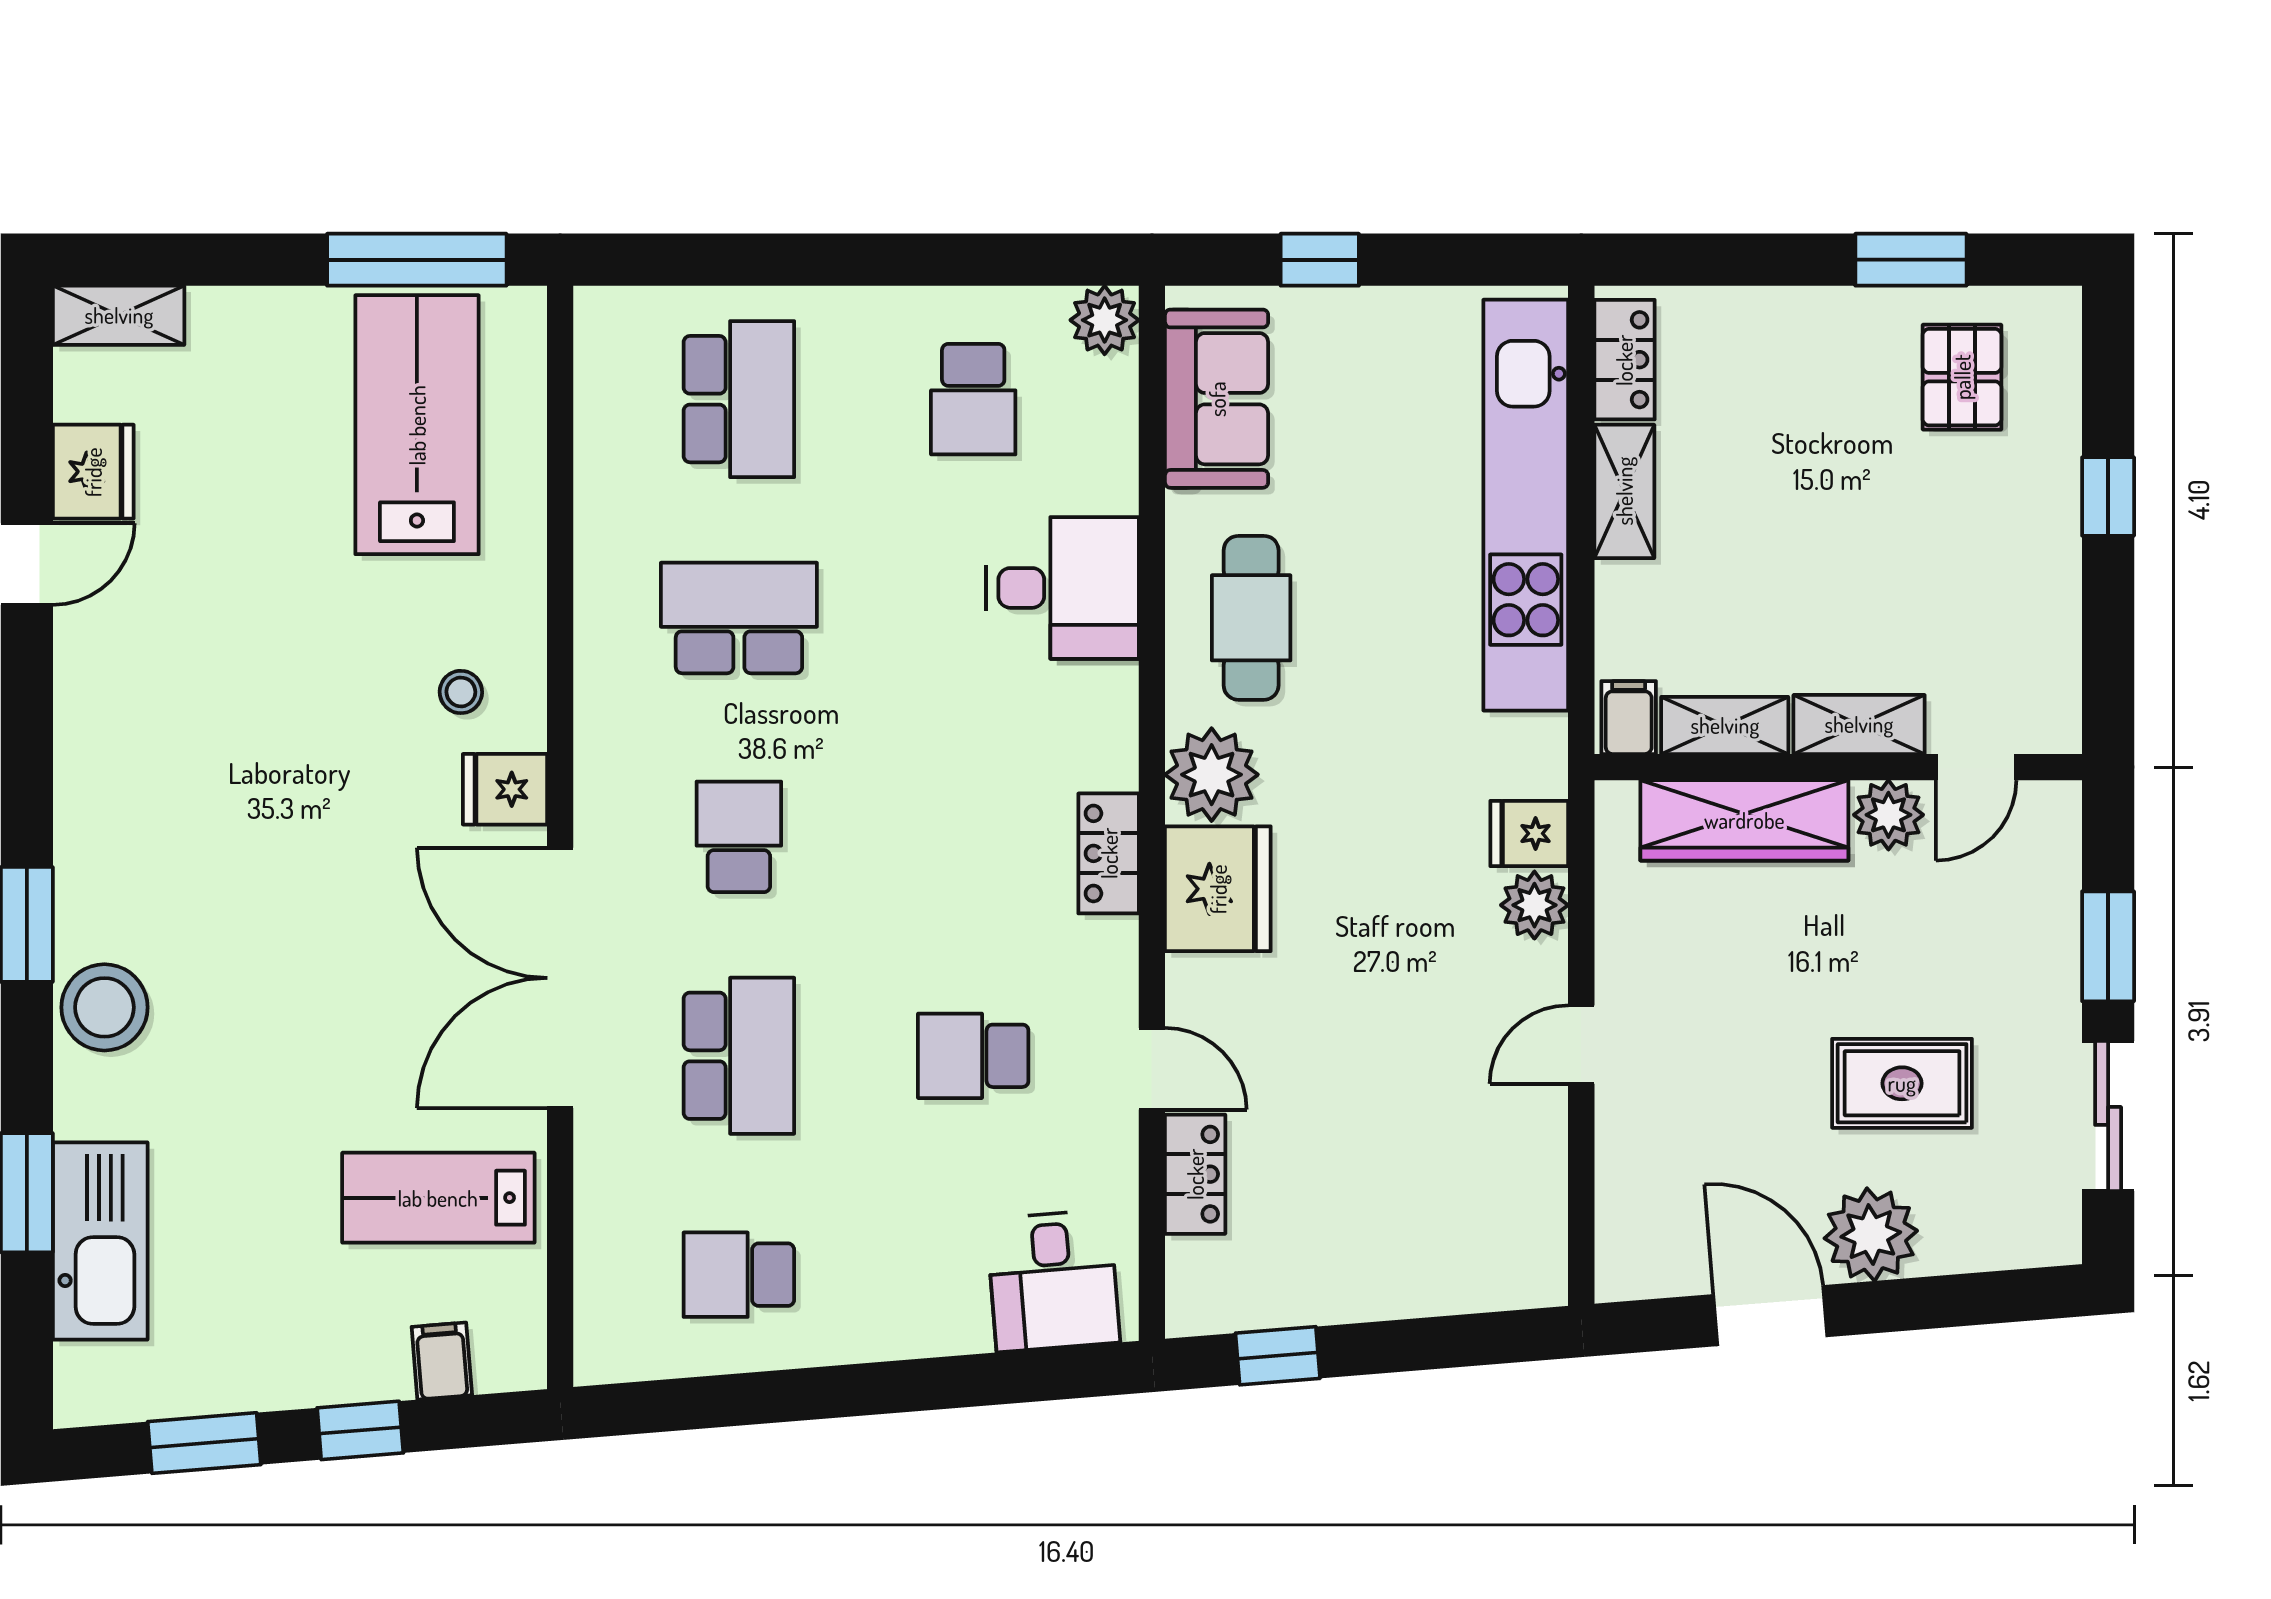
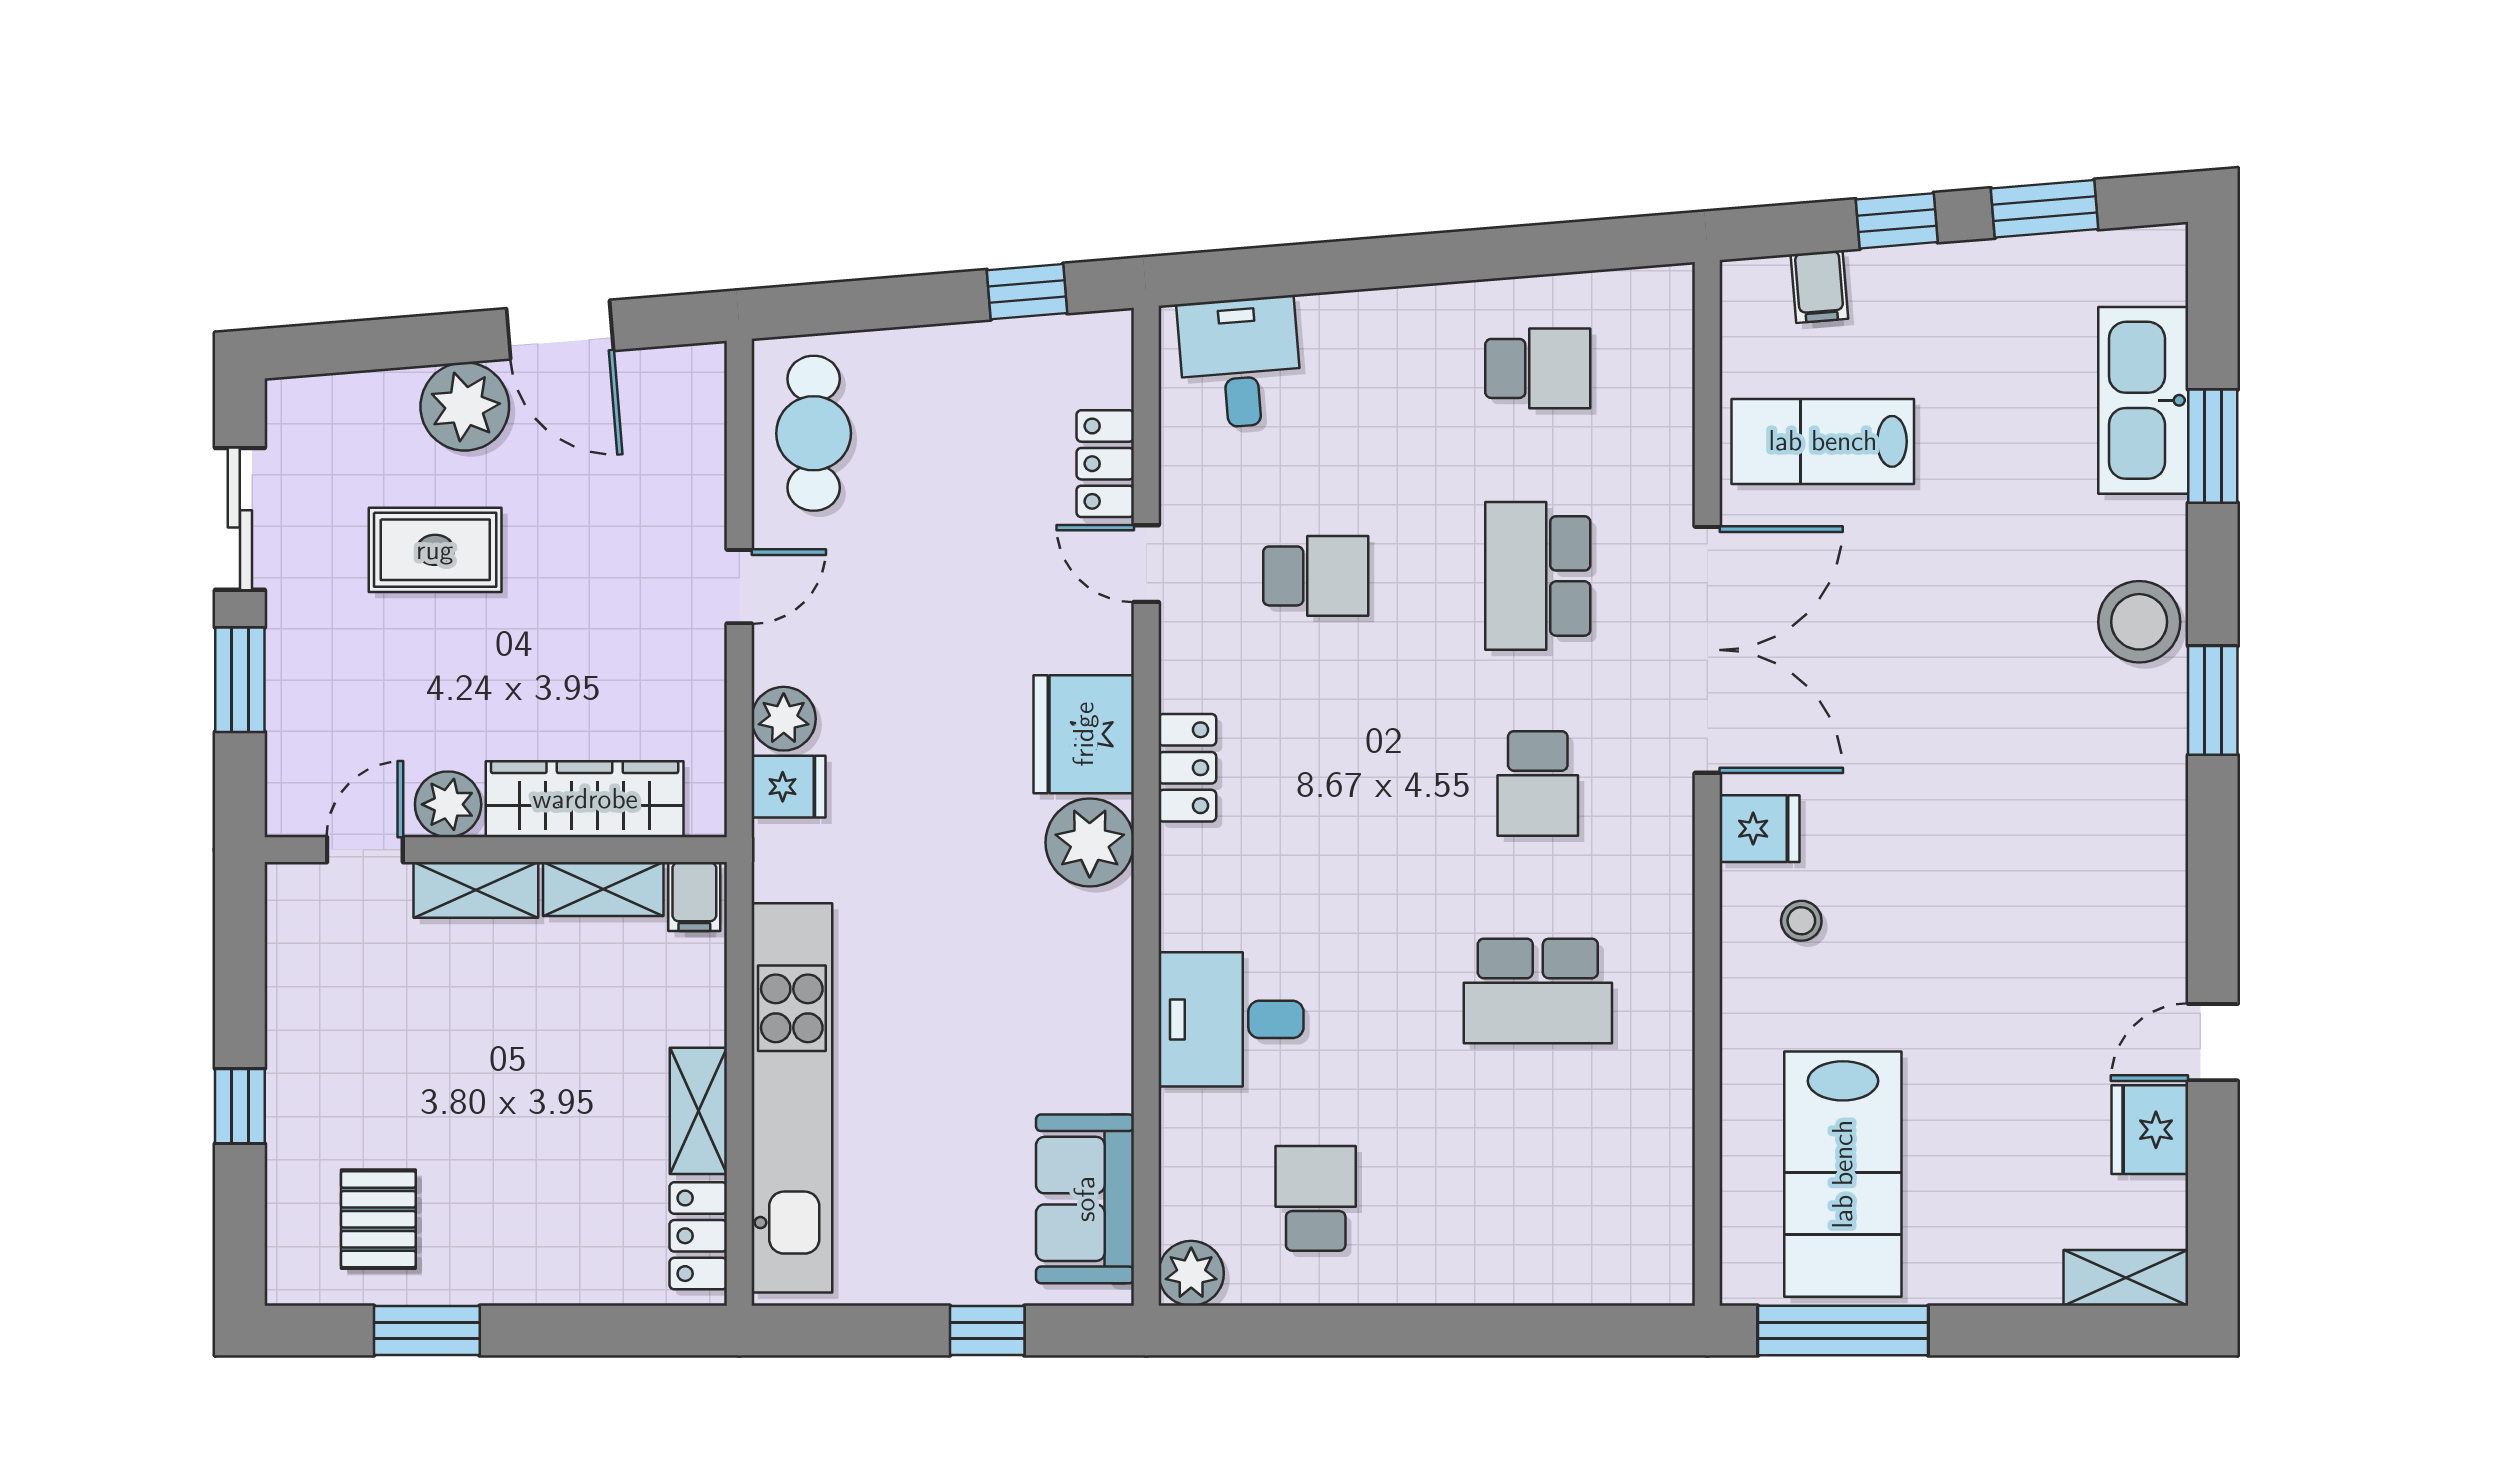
school desk: (739, 399) -> (1538, 1198), removed
cafe table: (1251, 618) -> (814, 433), moved
lab bench: (438, 1198) -> (1823, 441), turned 180

